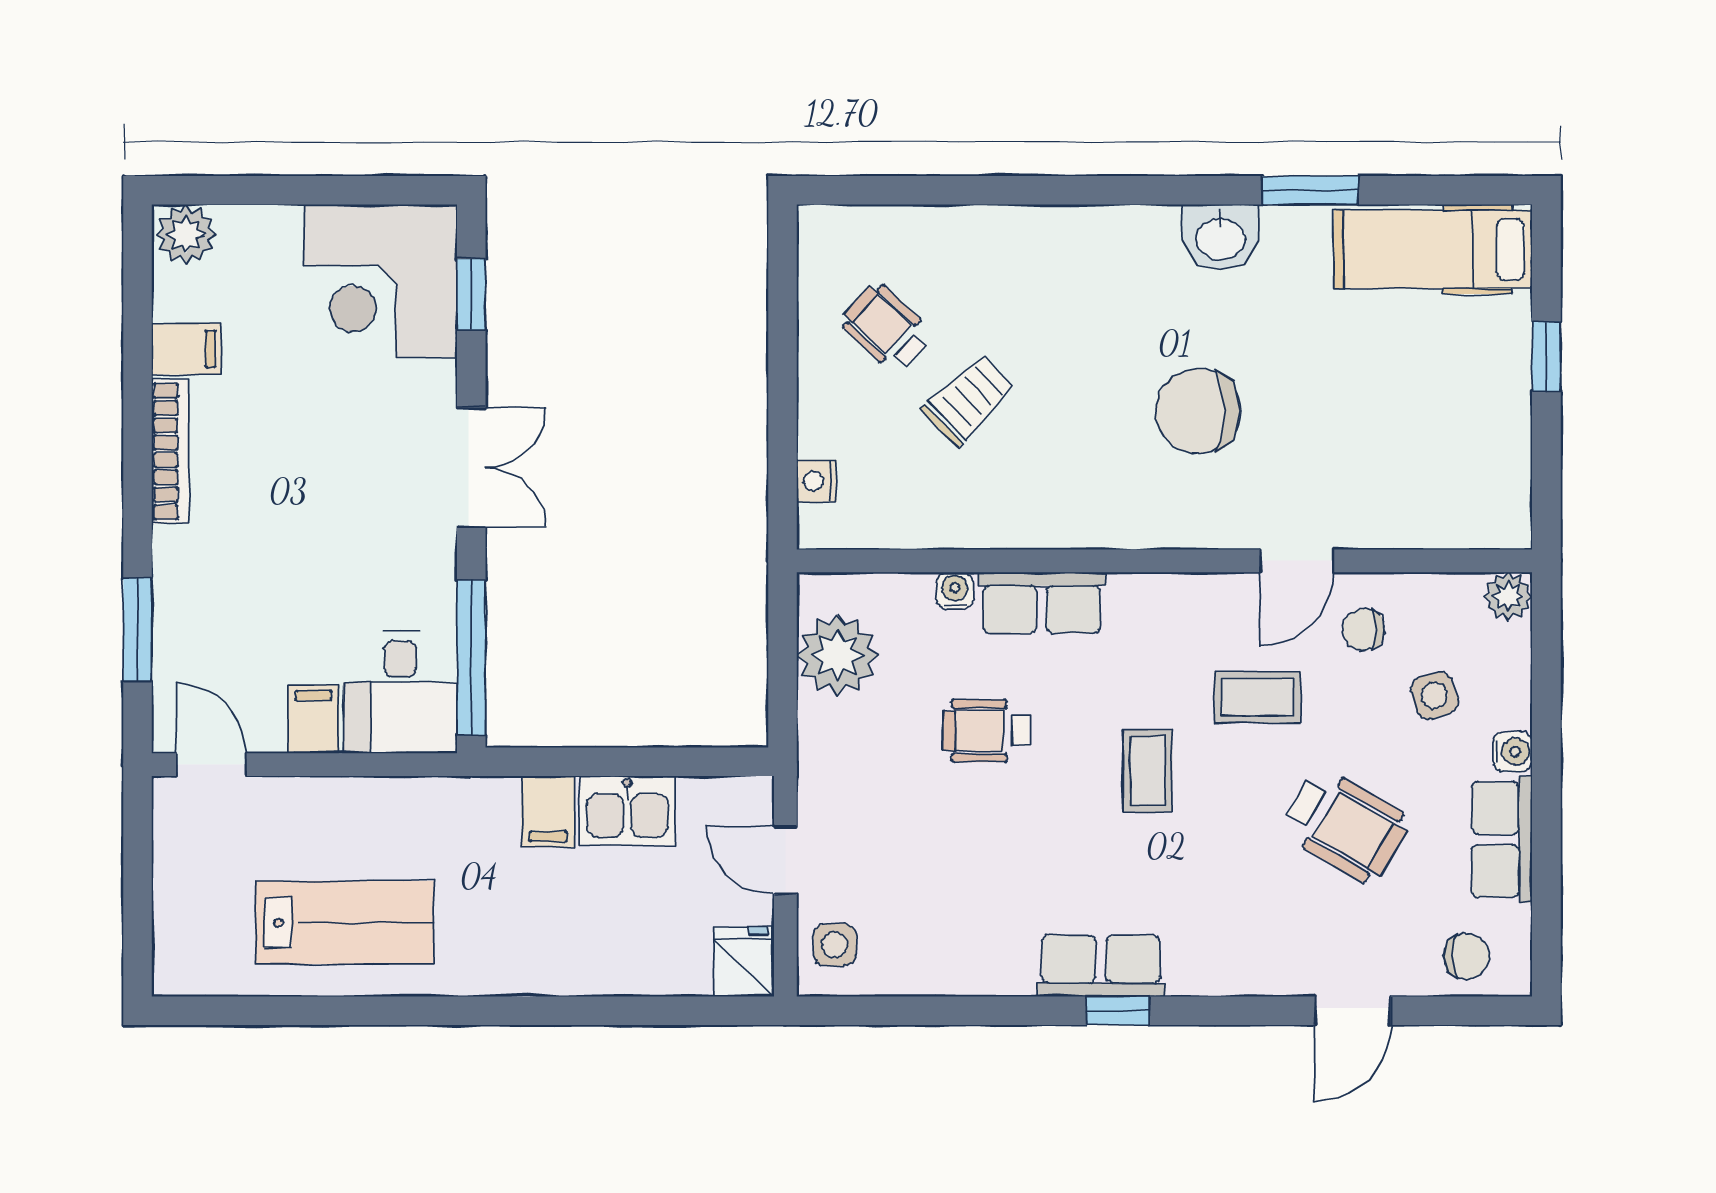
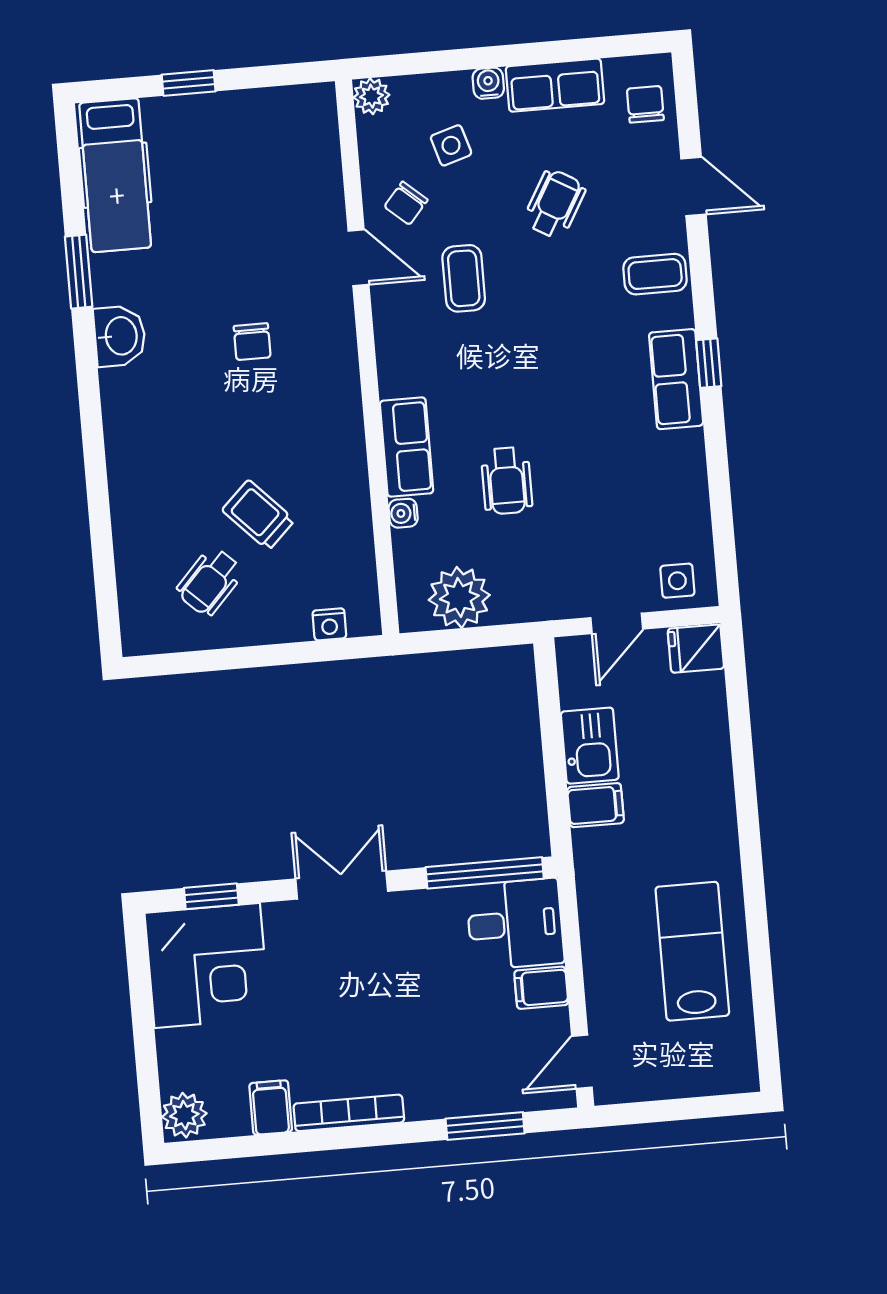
chair: (1198, 411) -> (252, 342), width x0.54, depth x0.54
chair: (1363, 630) -> (406, 203), turned 41
coffee table: (1148, 771) -> (655, 274), moved
wheelchair: (1345, 825) -> (555, 204), width x0.73, depth x0.73

